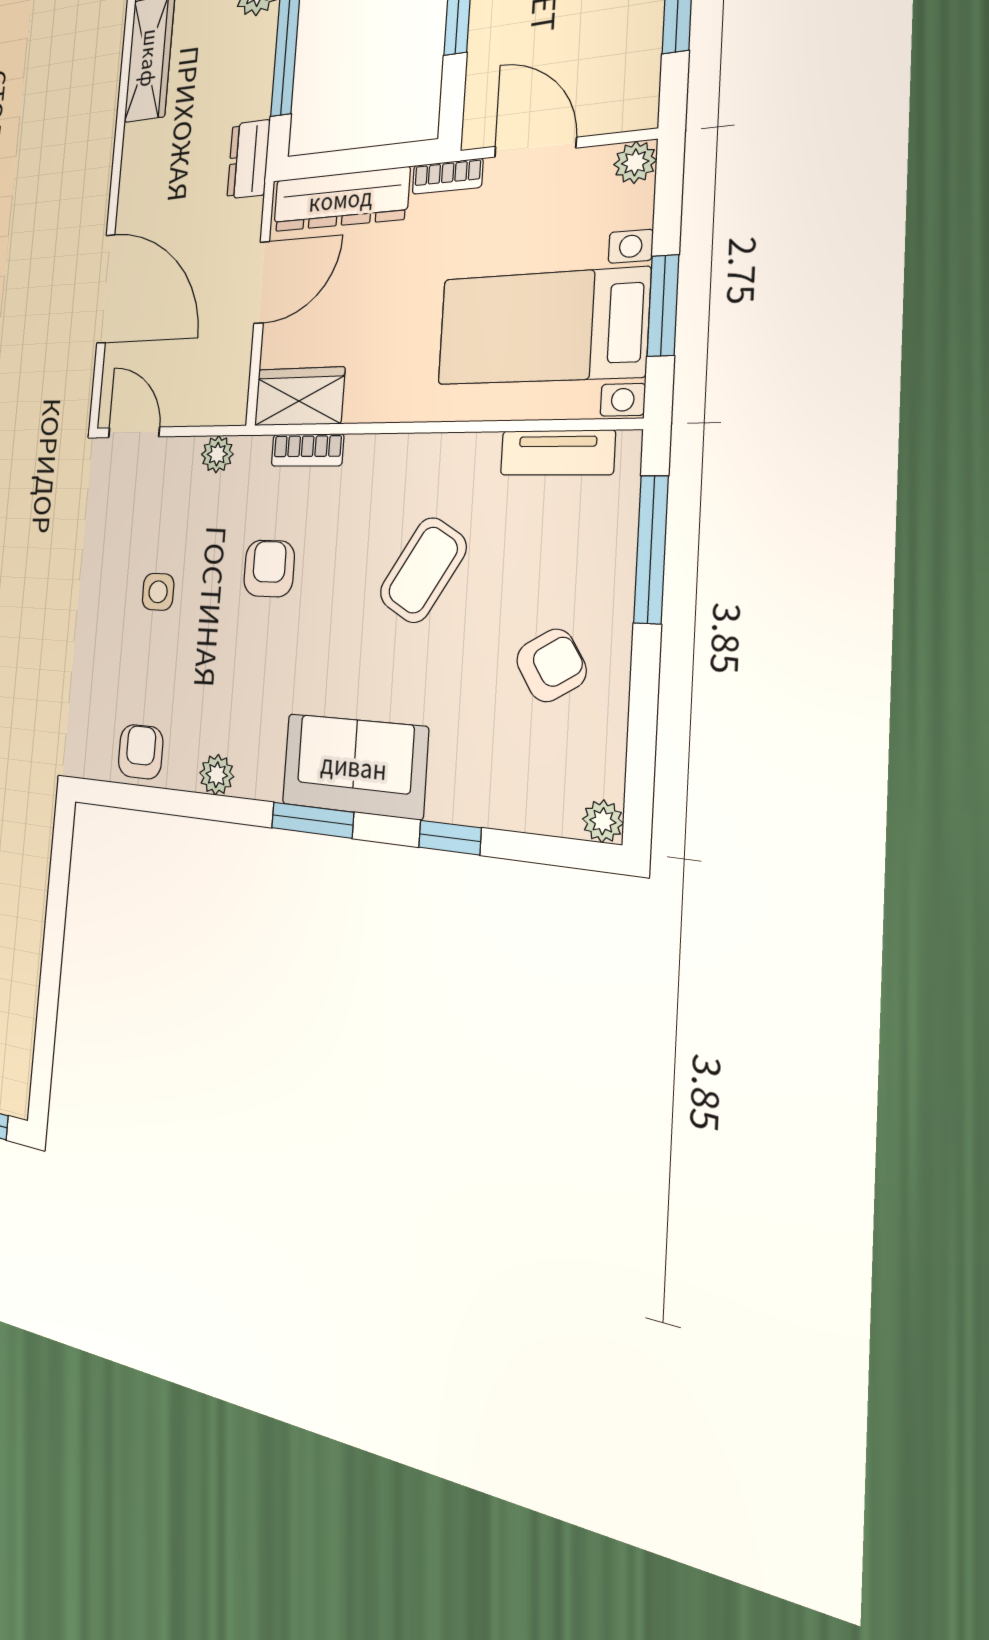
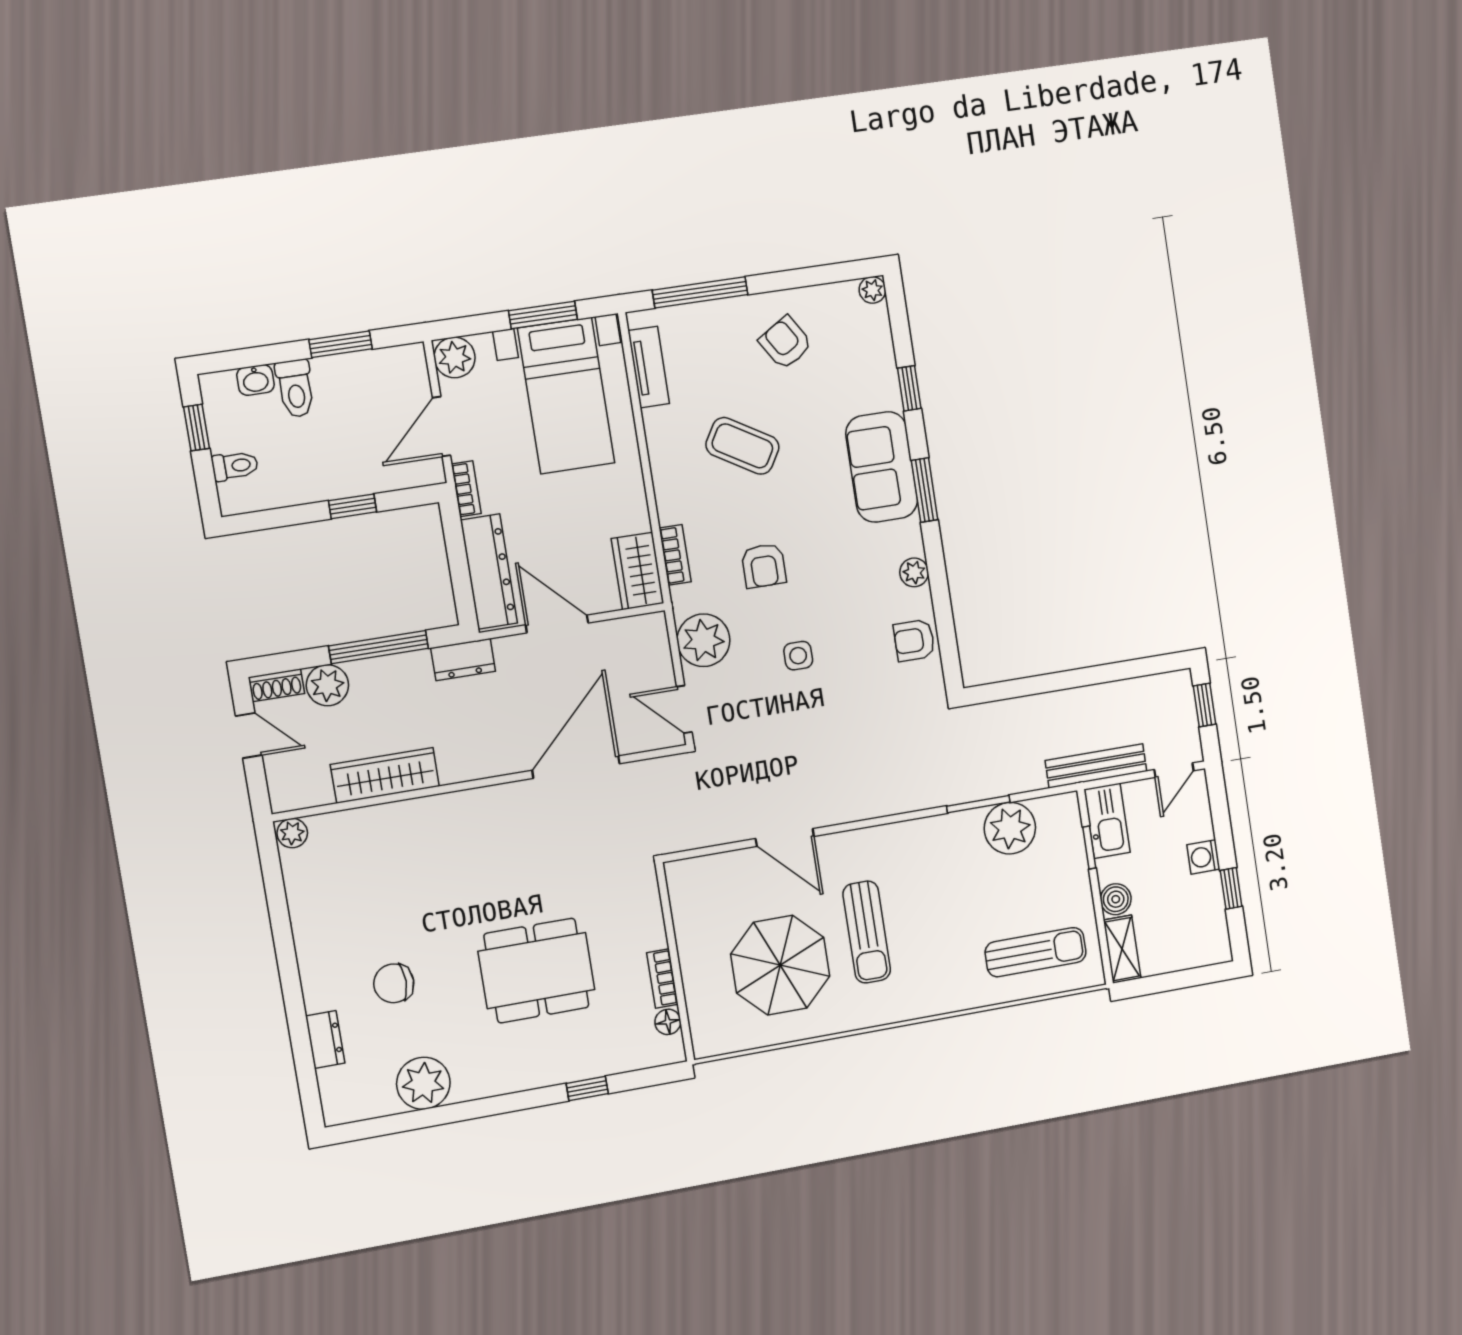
plant: (635, 162) -> (455, 357), width x1.38, depth x1.38
door: (134, 432) -> (684, 709), hinge flipped
plant: (217, 454) -> (703, 640), width x1.88, depth x1.88
armchair: (269, 569) -> (764, 566), turned -90

